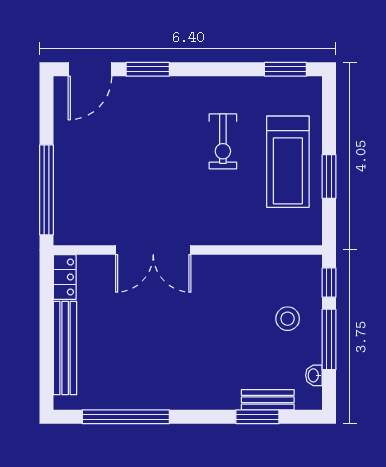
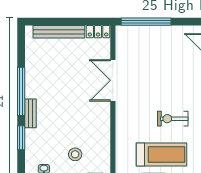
treadmill: (288, 162) -> (161, 154), turned 180
bench: (268, 400) -> (30, 113), moved
window: (126, 417) -> (21, 91), moved

